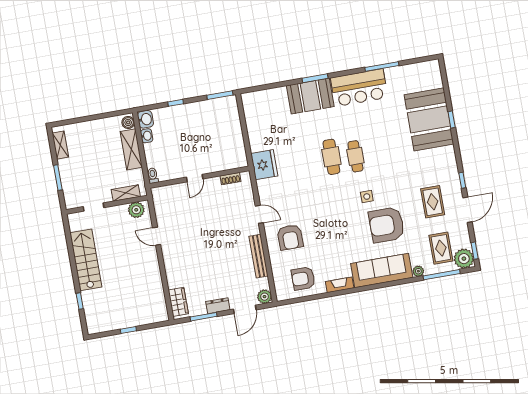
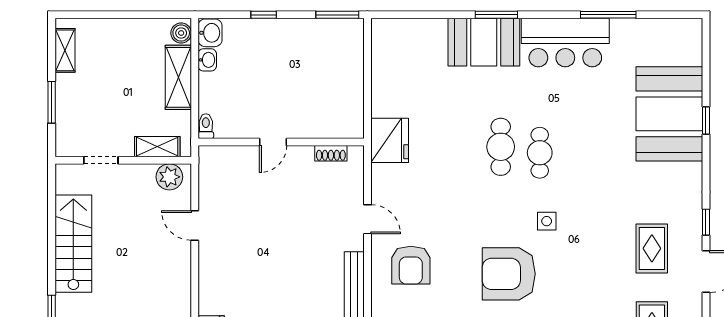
armchair: (387, 225) -> (509, 274), moved

